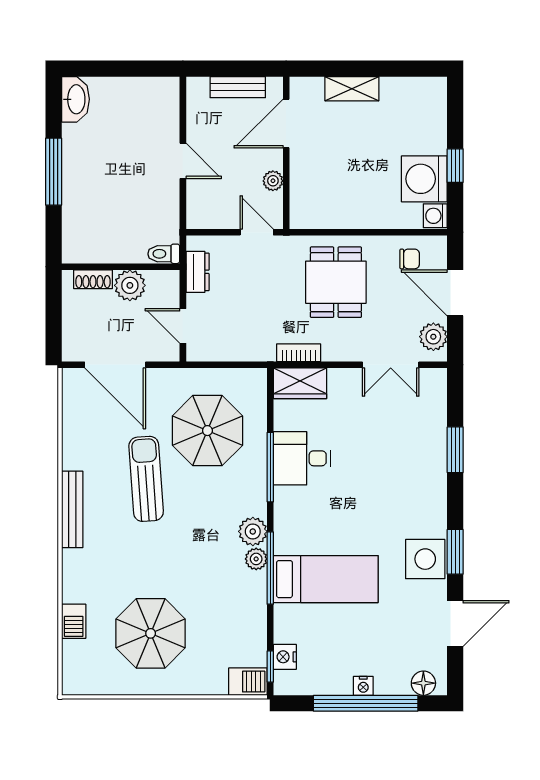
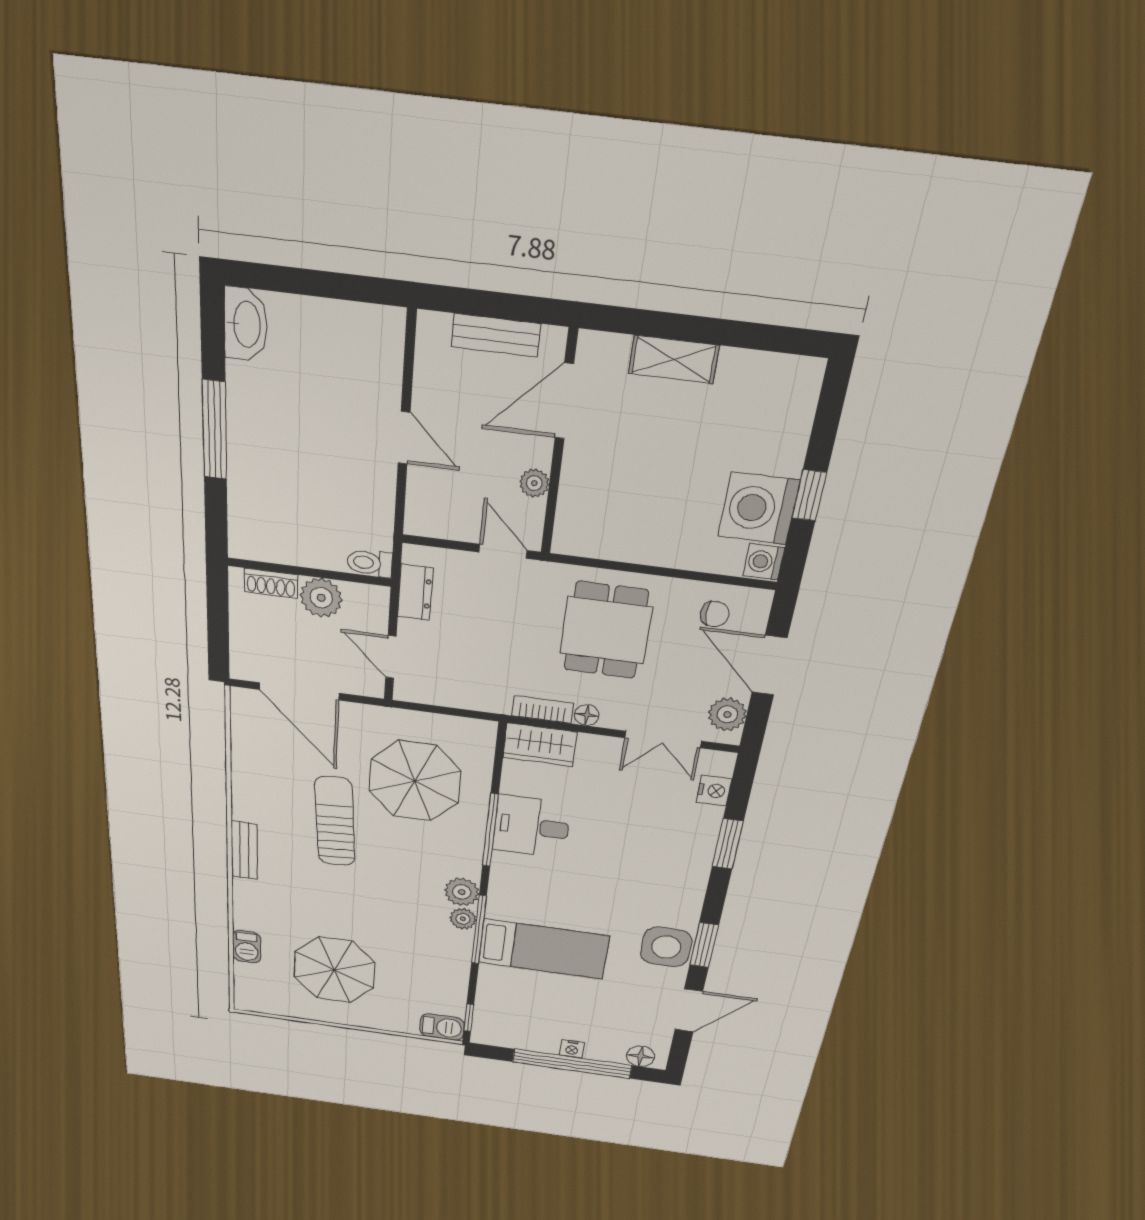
floor lamp: (332, 353) -> (587, 715), added
bench: (72, 509) -> (244, 850), width x0.73
nightstand: (285, 657) -> (714, 791), moved, turned 180

